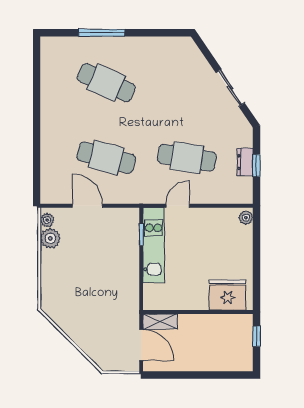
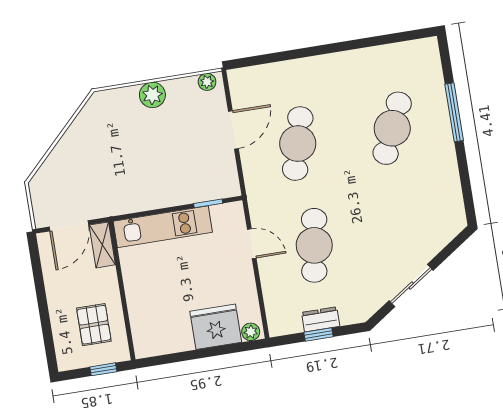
plant: (50, 238) -> (152, 95), moved
kitchen unit: (154, 245) -> (163, 227), moved
fridge: (228, 295) -> (216, 327), moved, turned -90
pallet: (221, 338) -> (94, 325), added

